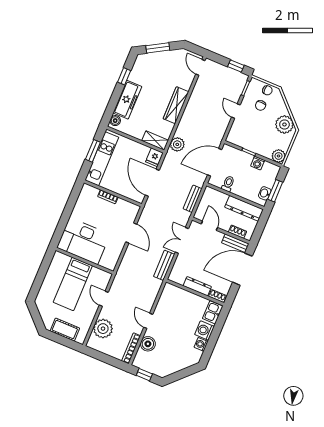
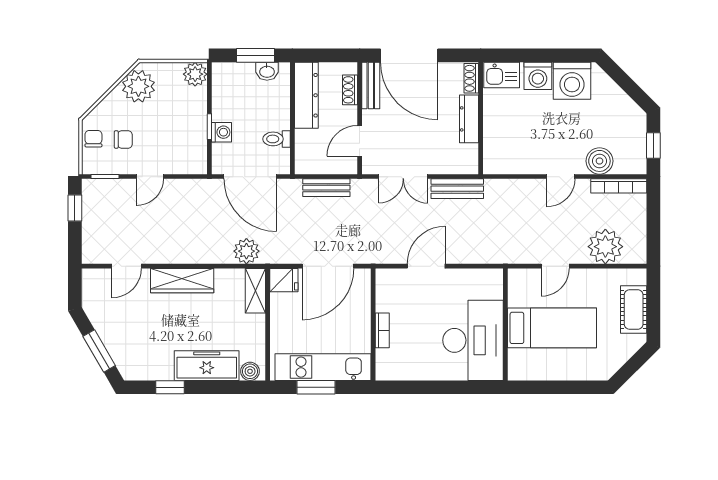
door: (200, 67) -> (126, 266), moved
washing machine: (258, 163) -> (221, 132), moved
washing machine: (201, 344) -> (572, 81), width x1.89, depth x1.89

